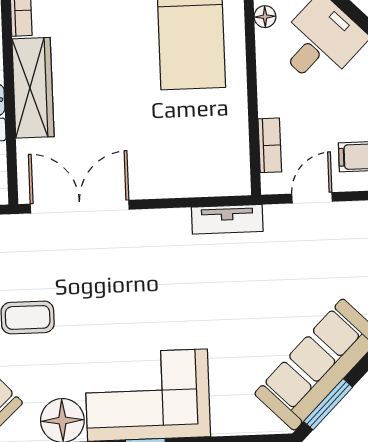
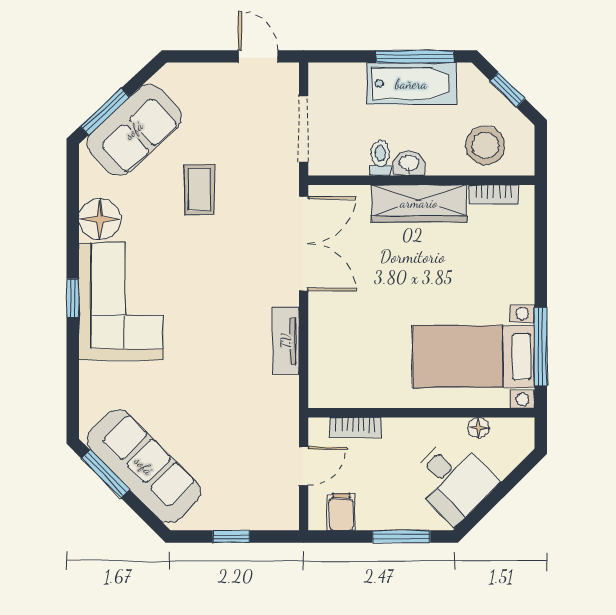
door: (312, 198) -> (304, 466), hinge flipped
tv unit: (227, 219) -> (286, 341), moved

